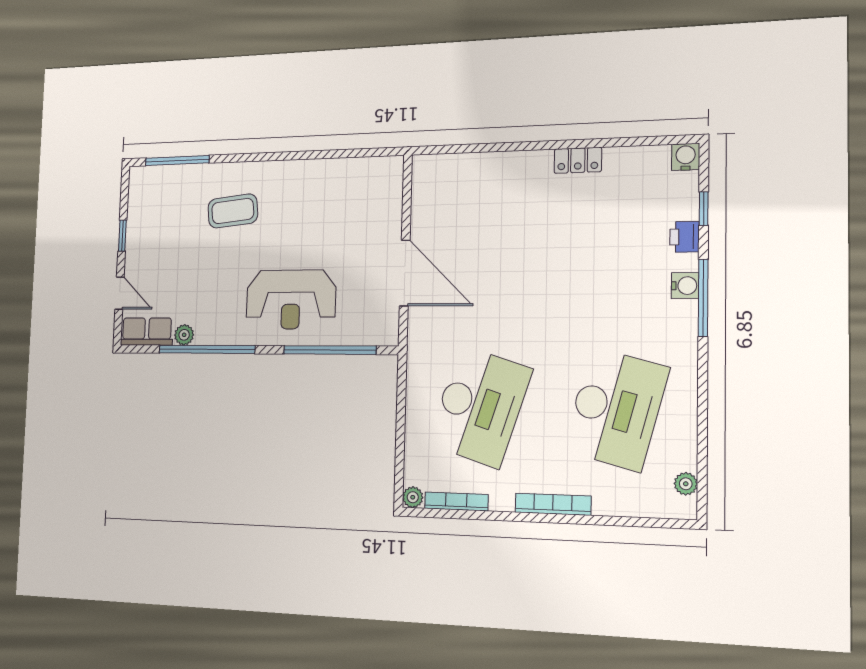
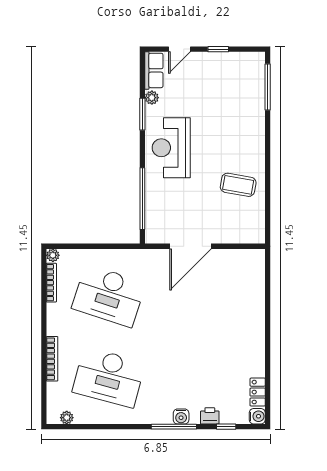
locker: (578, 160) -> (258, 392), moved
coffee table: (233, 211) -> (238, 185), moved, turned -74
reception desk: (291, 299) -> (171, 148), moved
window: (207, 349) -> (142, 114), width x0.47
bookcase: (553, 504) -> (52, 359), moved

